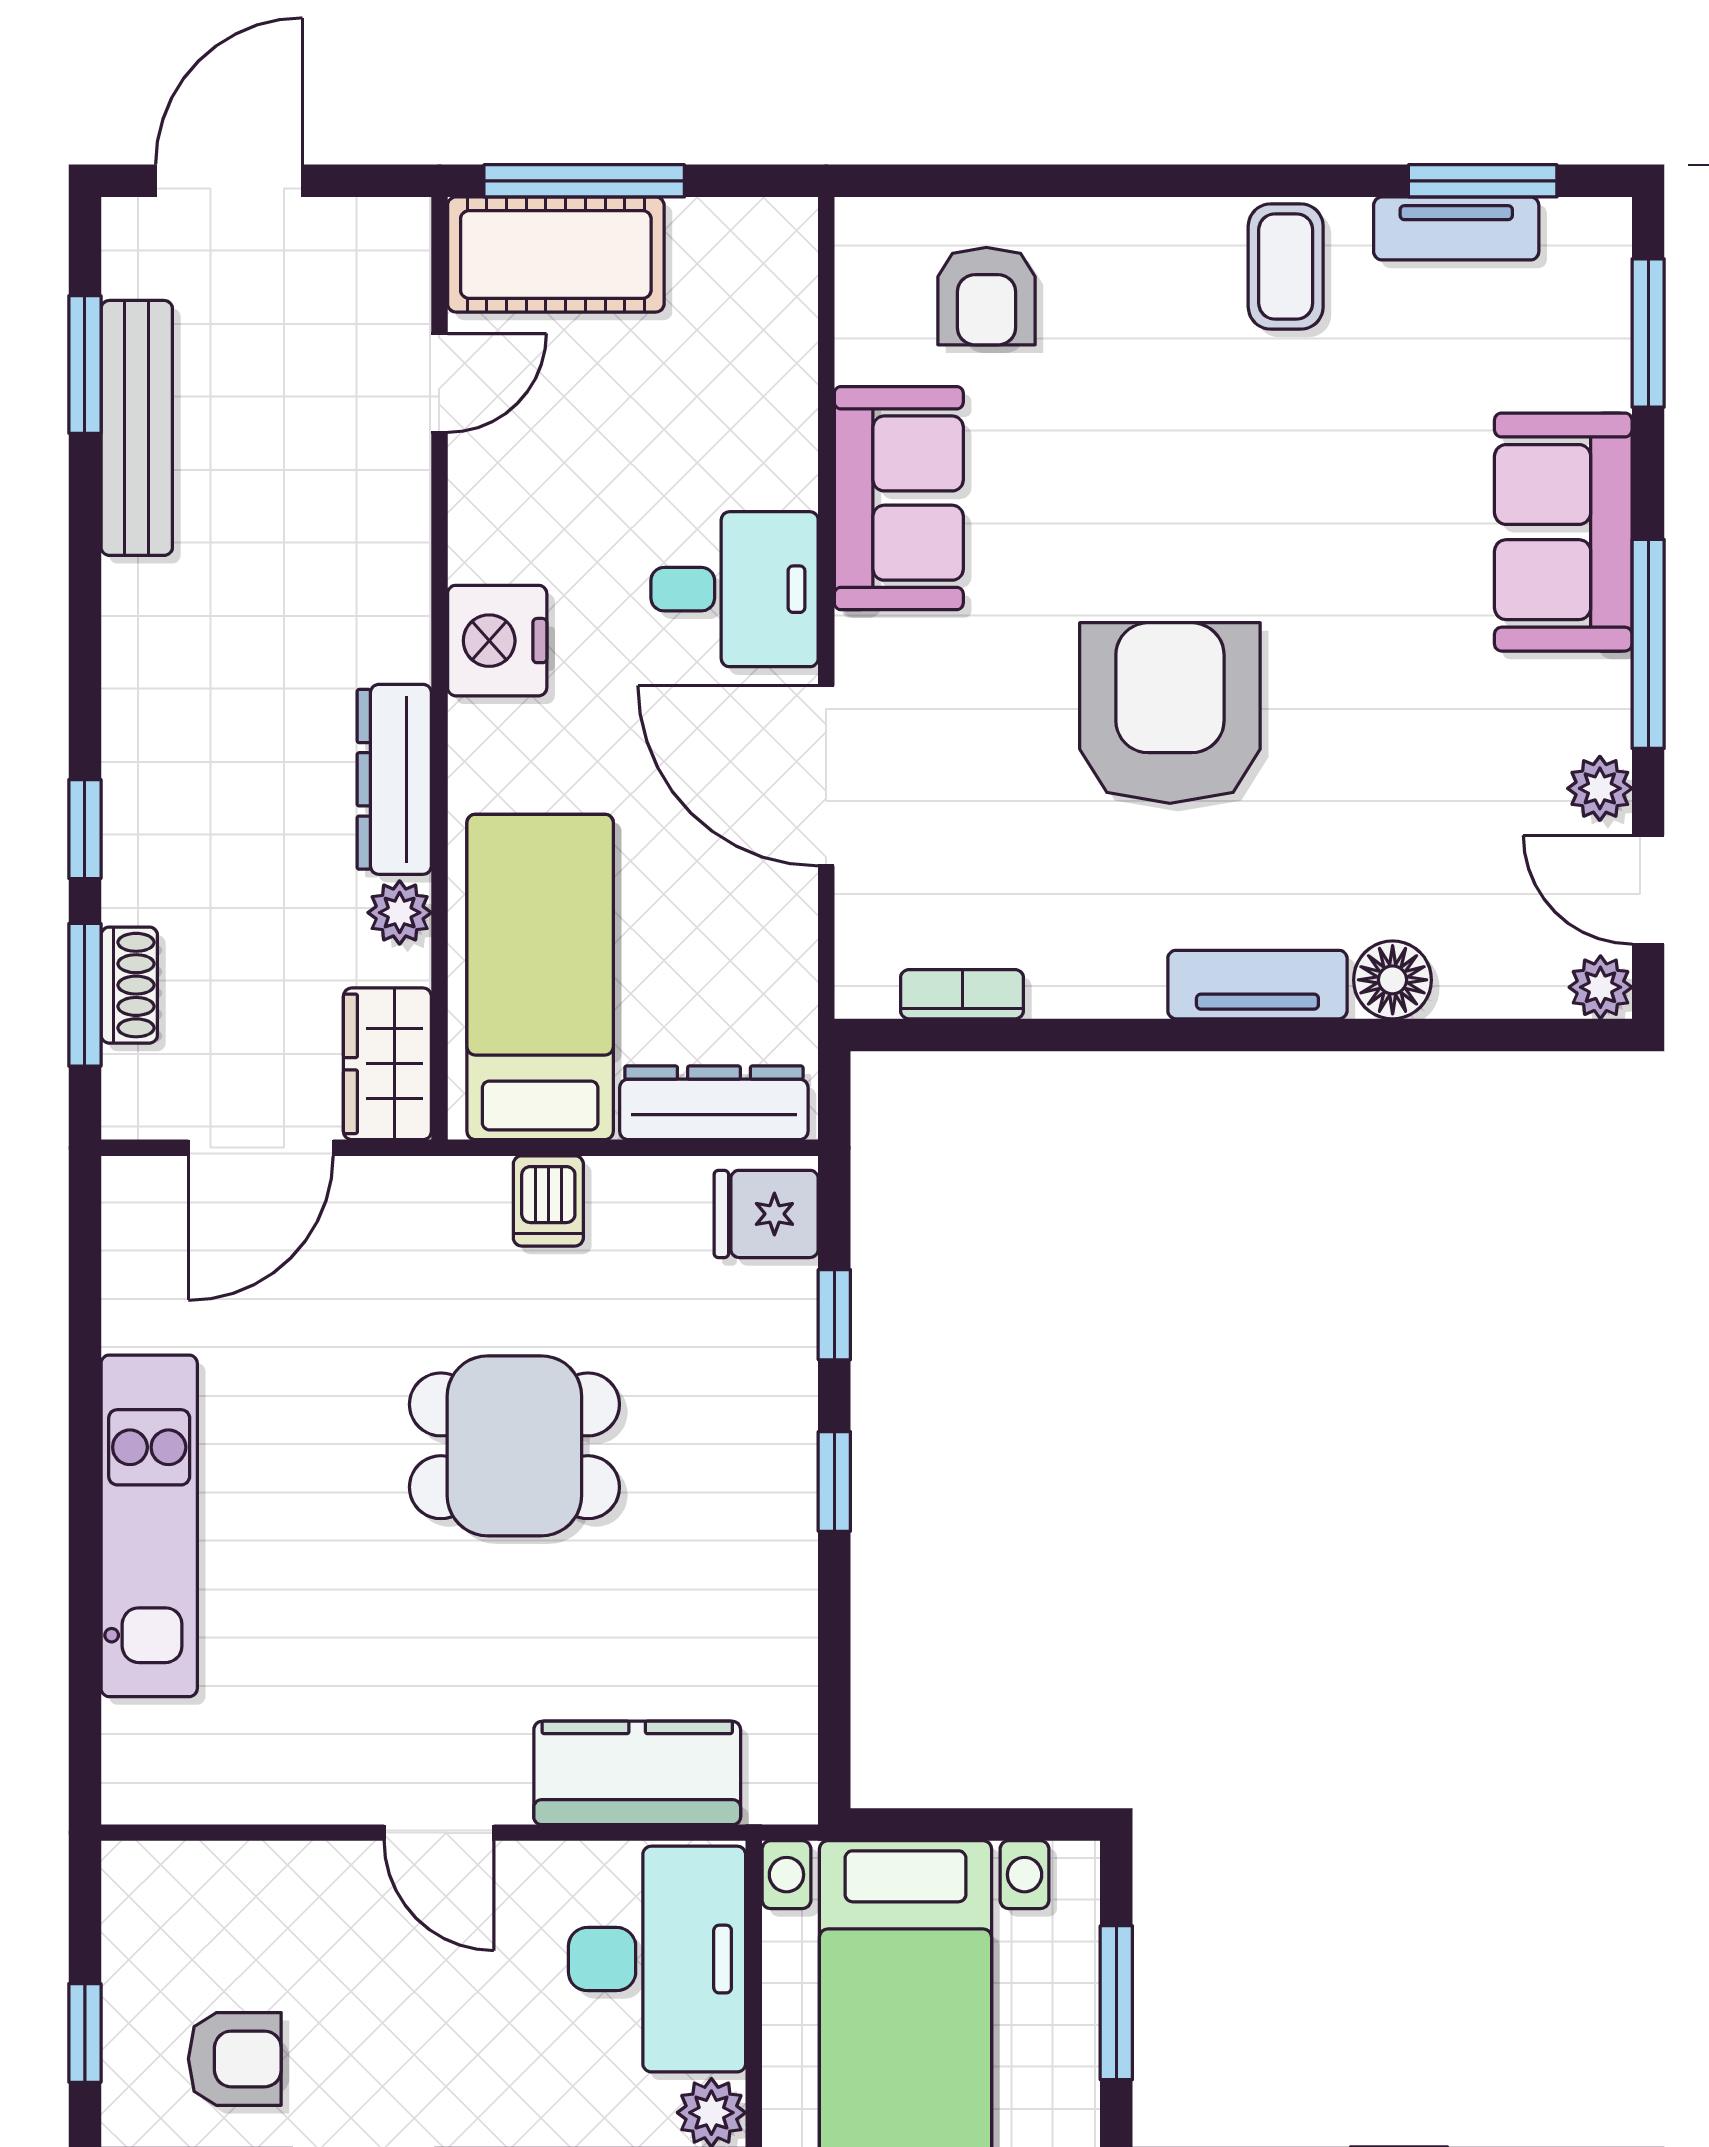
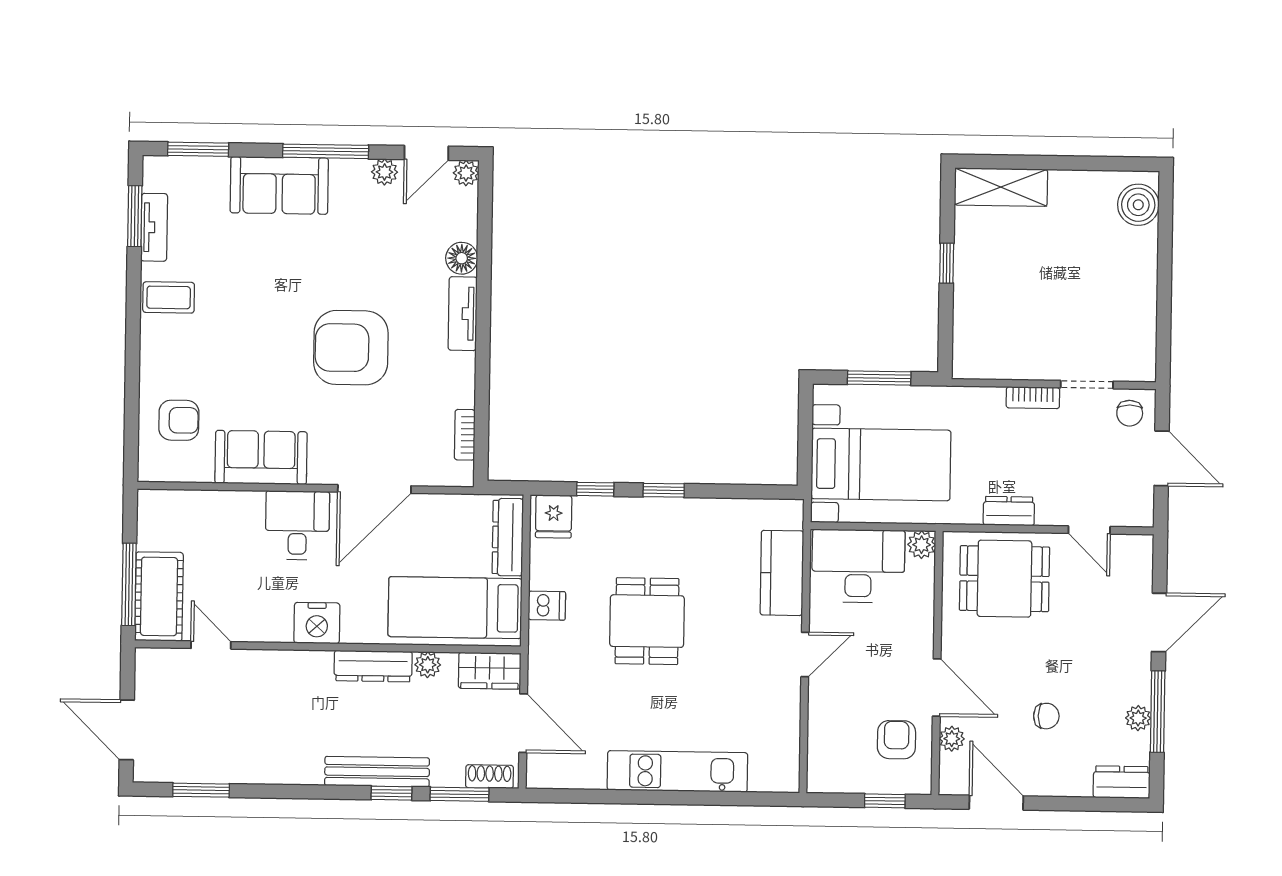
bench: (137, 428) -> (377, 772), moved
shoe rack: (129, 985) -> (490, 777), moved

